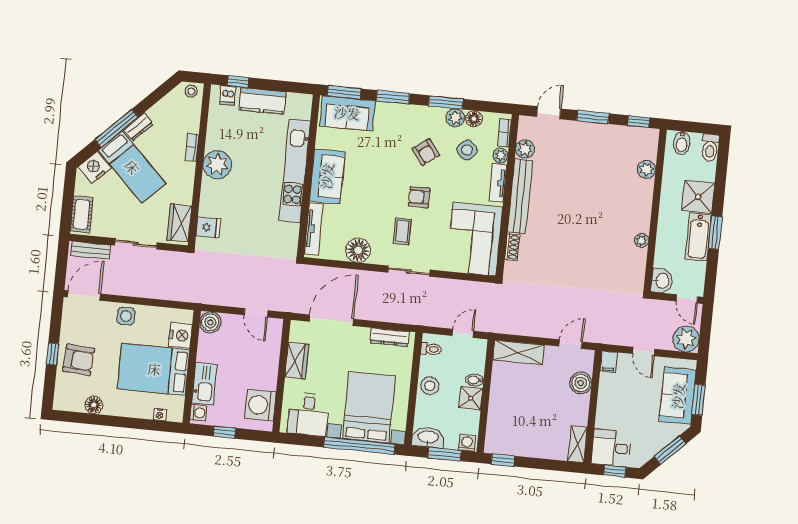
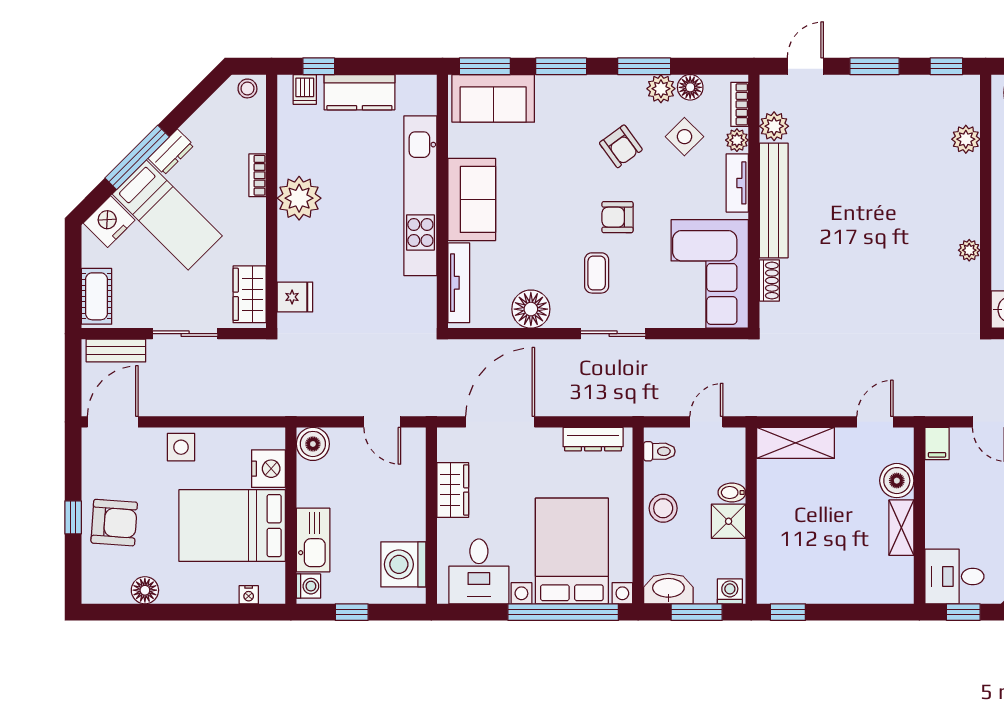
shelving: (578, 444) -> (901, 528), moved

